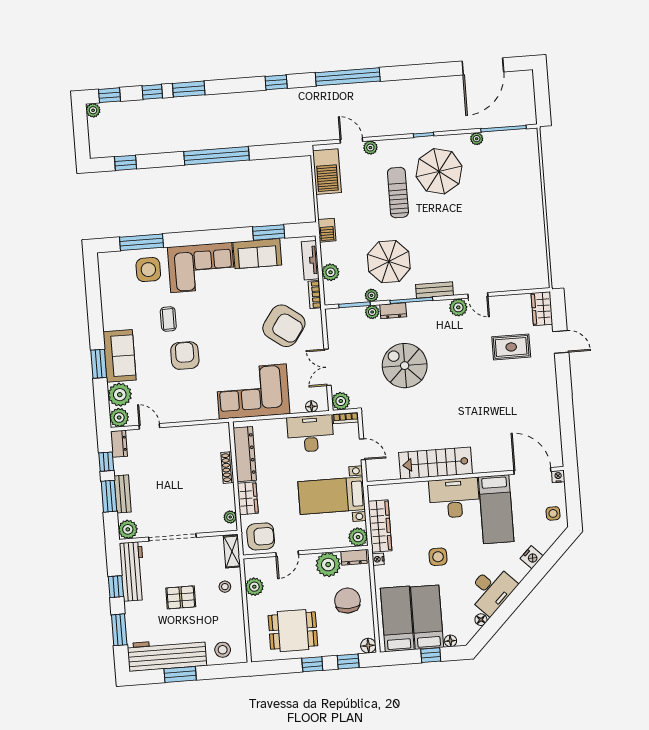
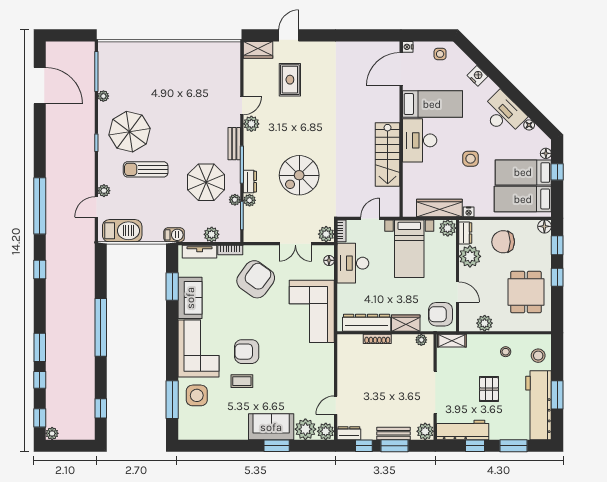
armchair: (185, 356) -> (247, 352), moved
armchair: (261, 536) -> (441, 314), turned -90
stool: (225, 587) -> (506, 352), moved

